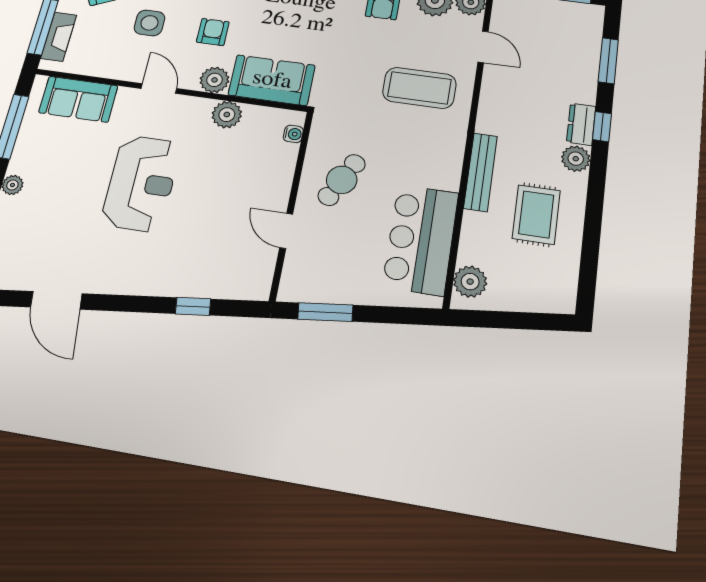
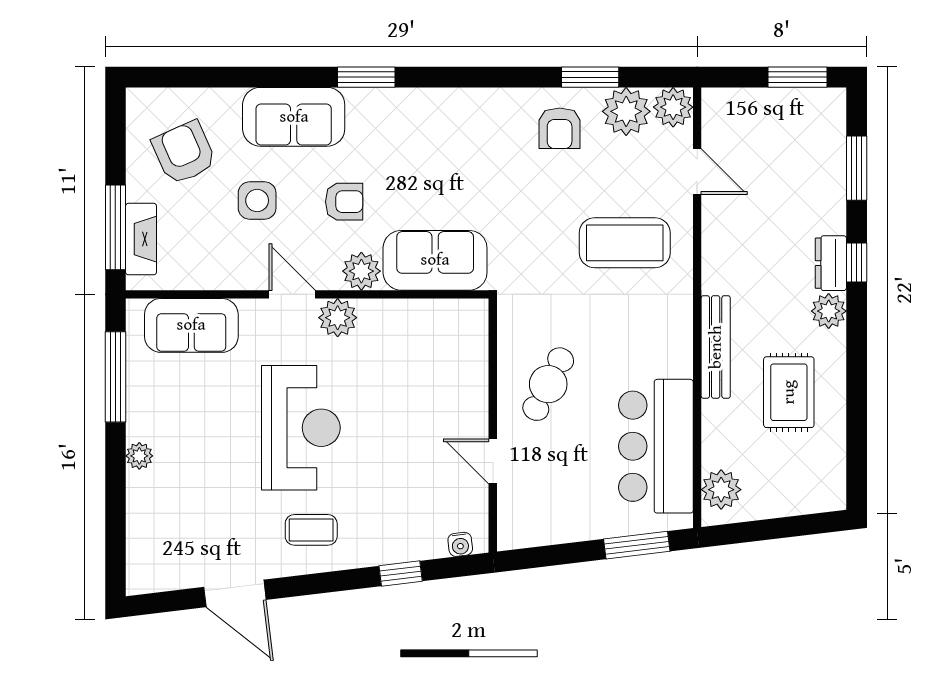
armchair: (213, 32) -> (344, 202), turned 90
plant: (227, 115) -> (338, 318), moved
water cooler: (293, 134) -> (460, 544), moved, turned 83
coffee table: (130, 261) -> (311, 530), added
window: (325, 312) -> (637, 545), moved

